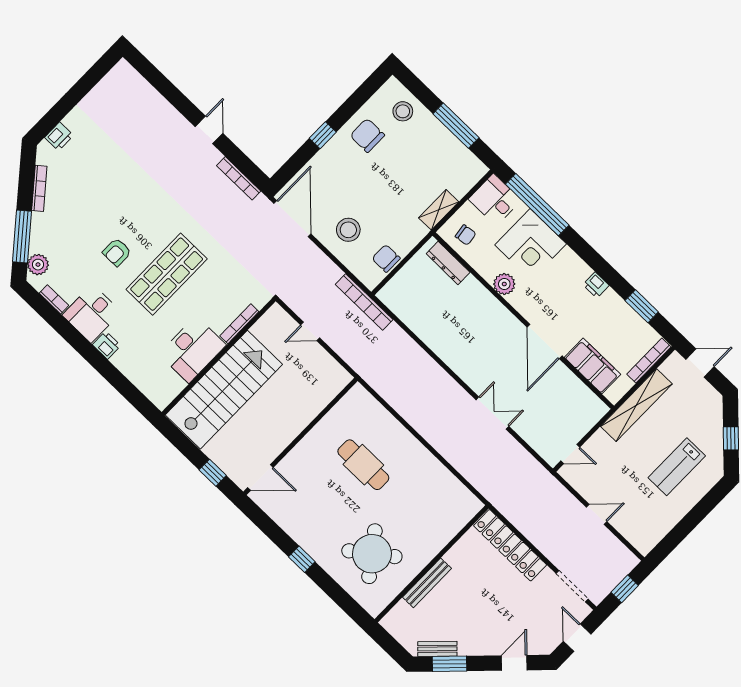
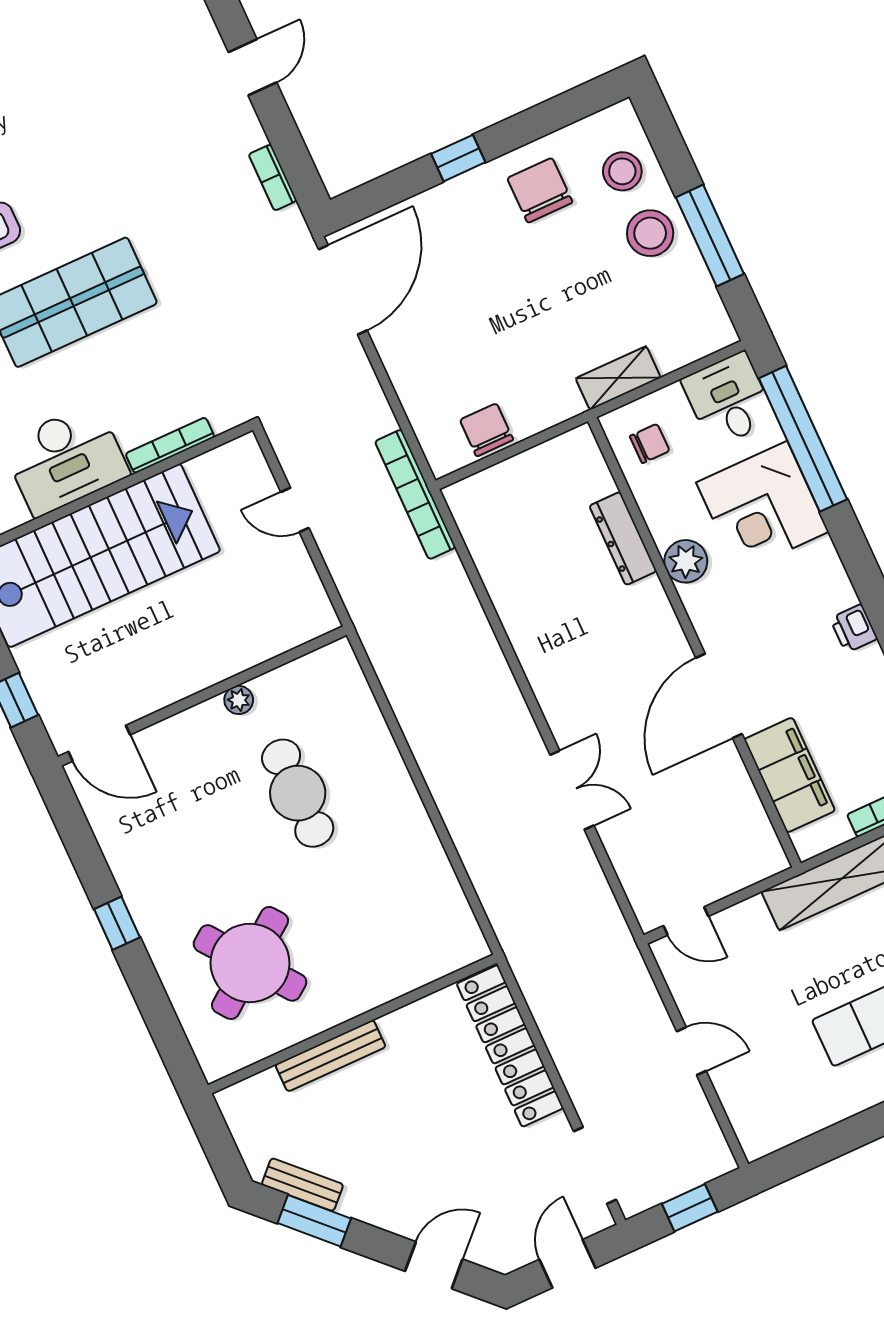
bookcase: (239, 178) -> (273, 178), width x0.64
stool: (348, 230) -> (650, 233), moved
chair: (466, 235) -> (650, 444), turned -82
dresser: (448, 263) -> (623, 538), moved
plant: (318, 431) -> (239, 700), added

